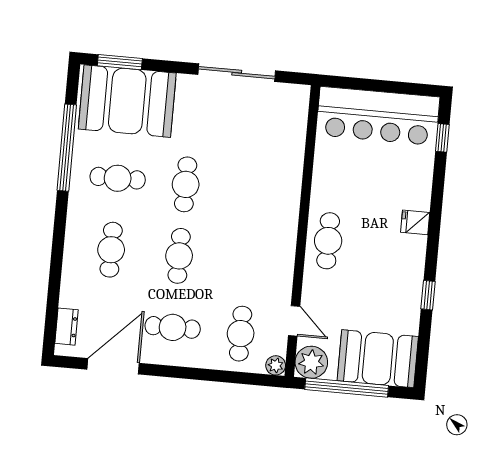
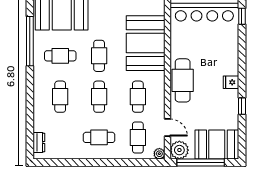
booth: (269, 170) -> (146, 43), added
fridge: (415, 222) -> (231, 82), moved
cafe table: (328, 241) -> (183, 80), width x1.37, depth x1.35
cafe table: (247, 262) -> (138, 97), added
door: (113, 366) -> (67, 163), removed

